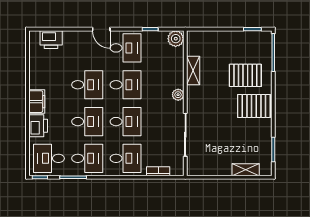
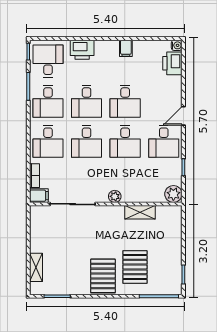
water cooler: (34, 36) -> (177, 45), added
filing cabinet: (37, 102) -> (126, 48), moved, width x0.50
filing cabinet: (177, 167) -> (39, 196), added

